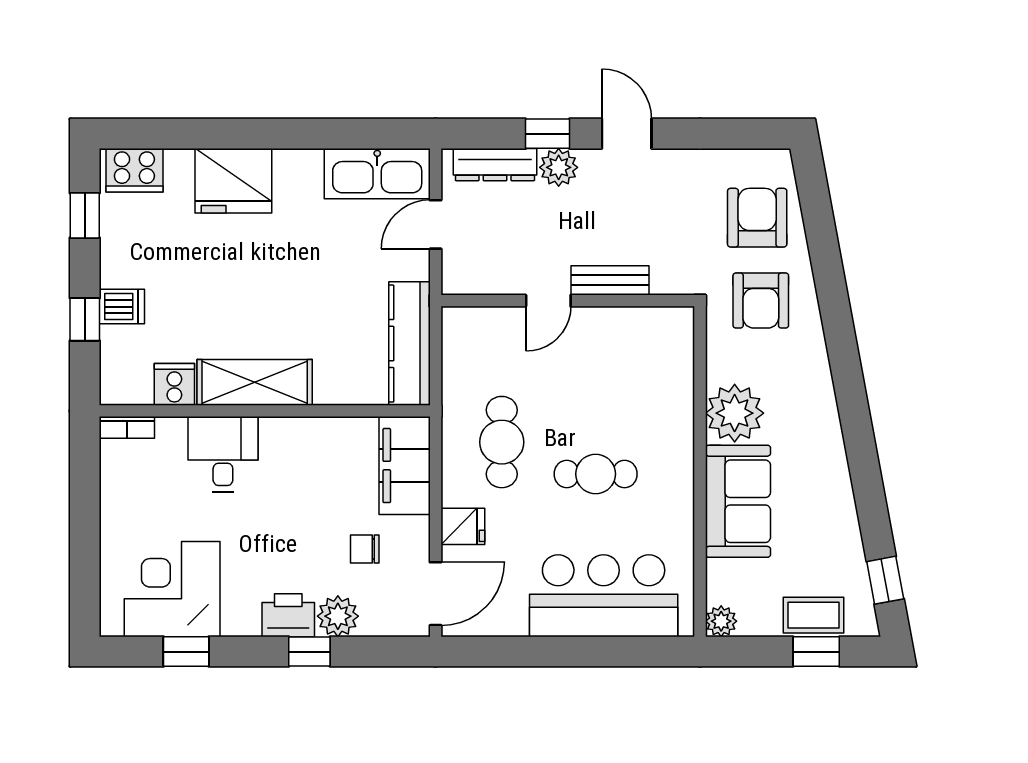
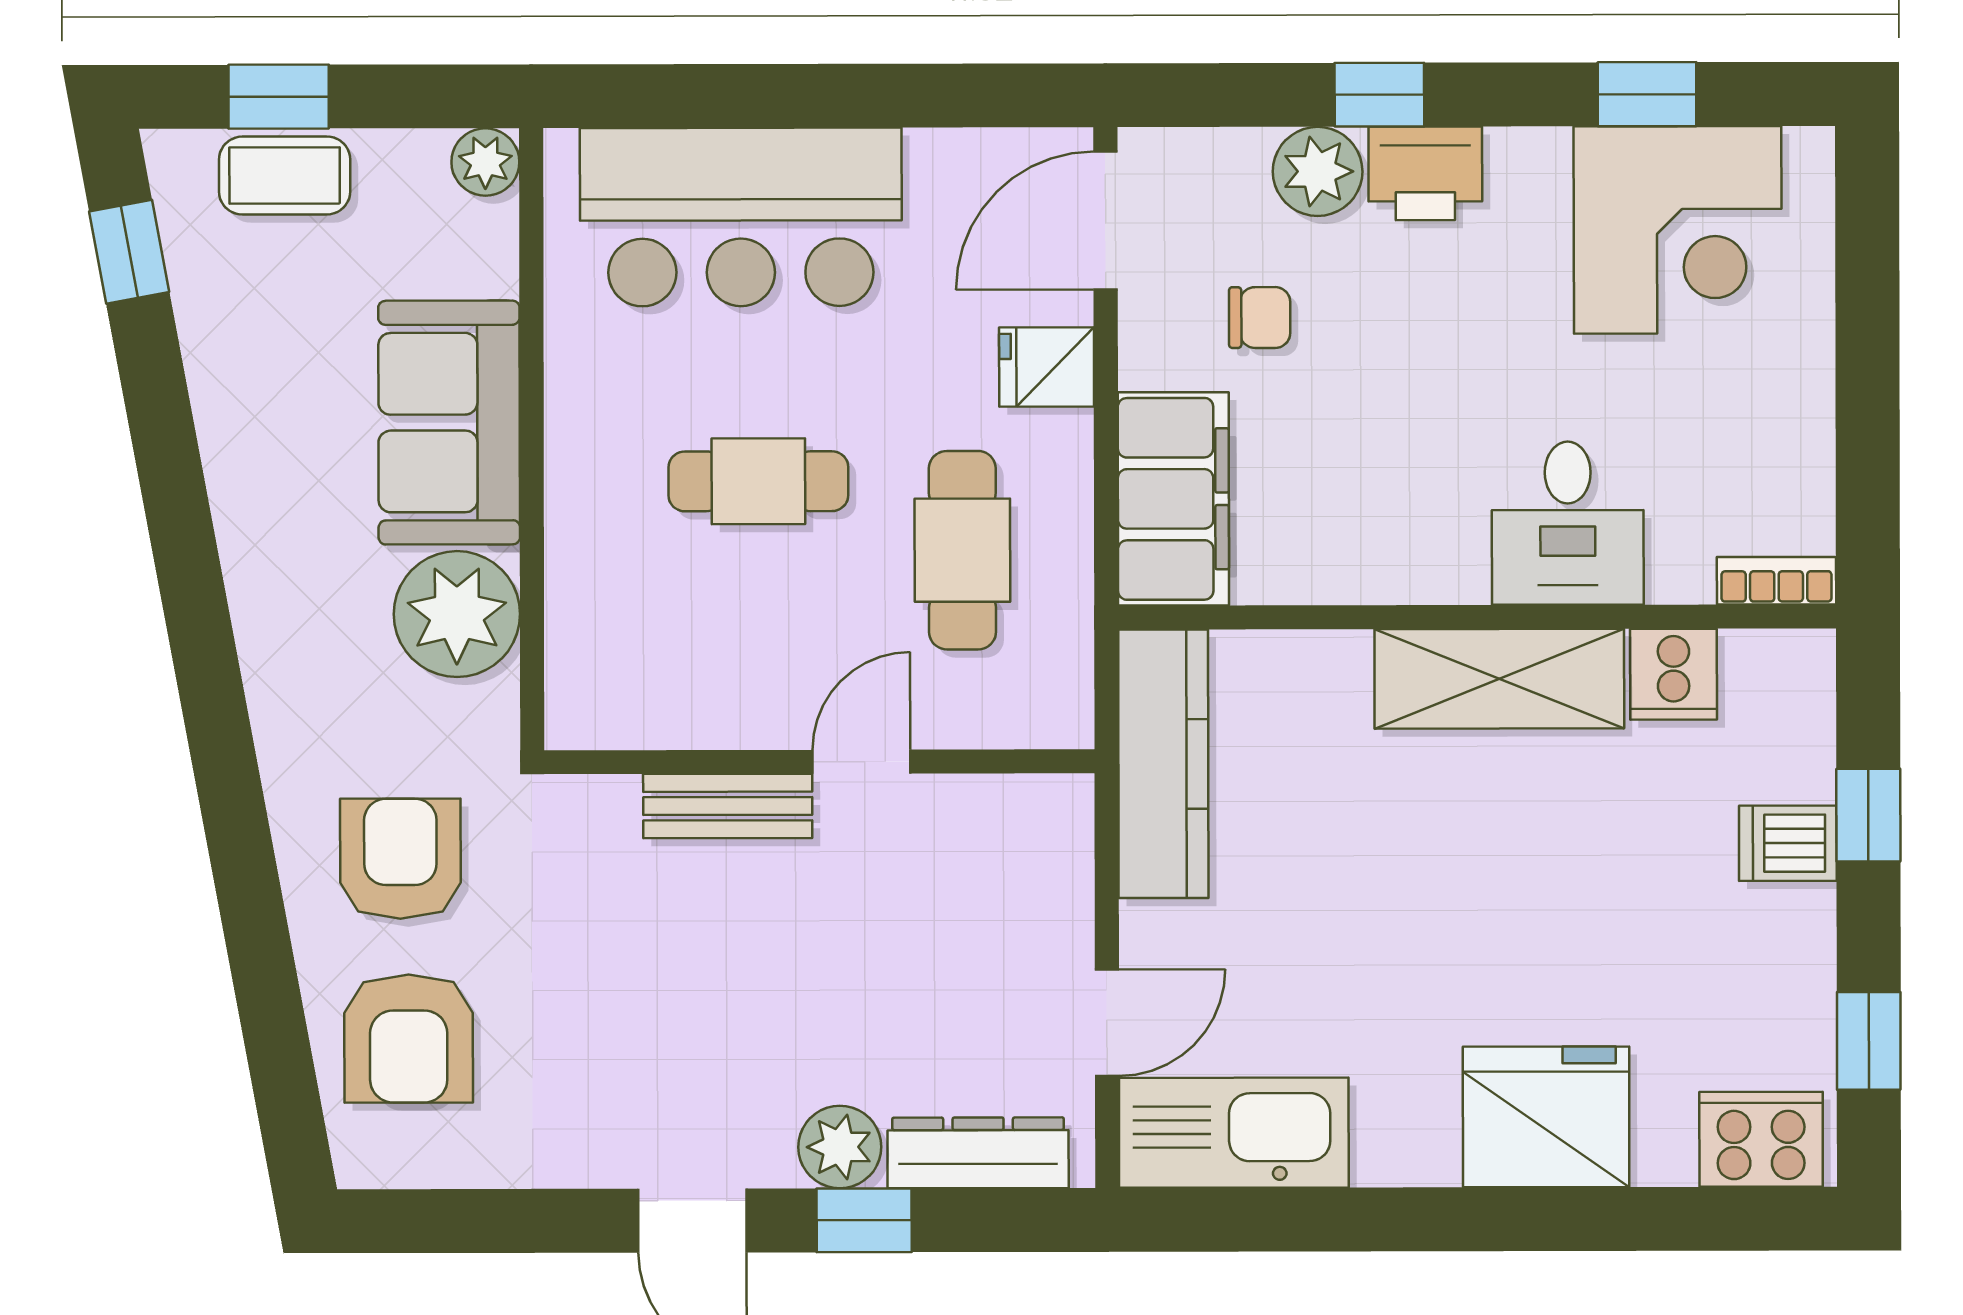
bench: (610, 280) -> (728, 806), moved
door: (548, 301) -> (862, 762), moved
wall: (568, 301) -> (819, 762), moved

